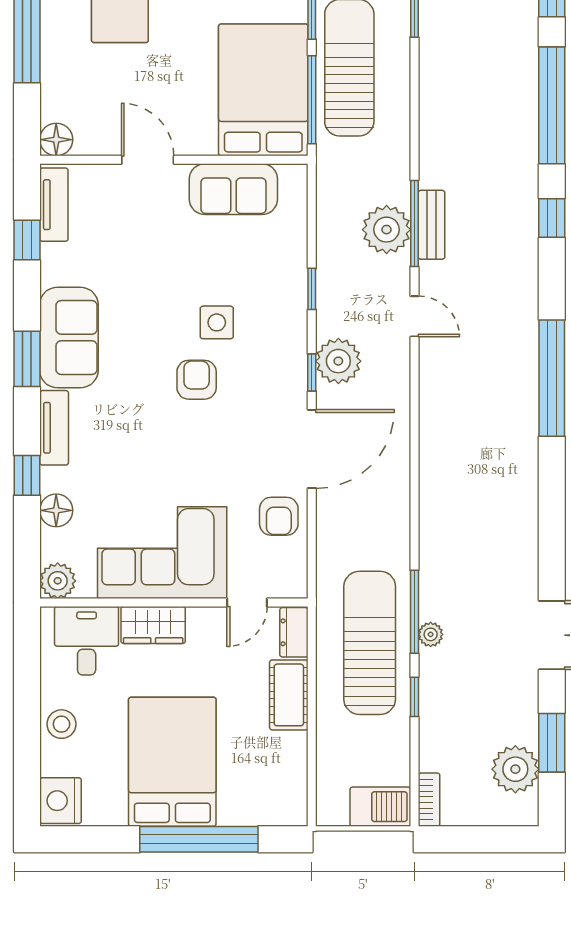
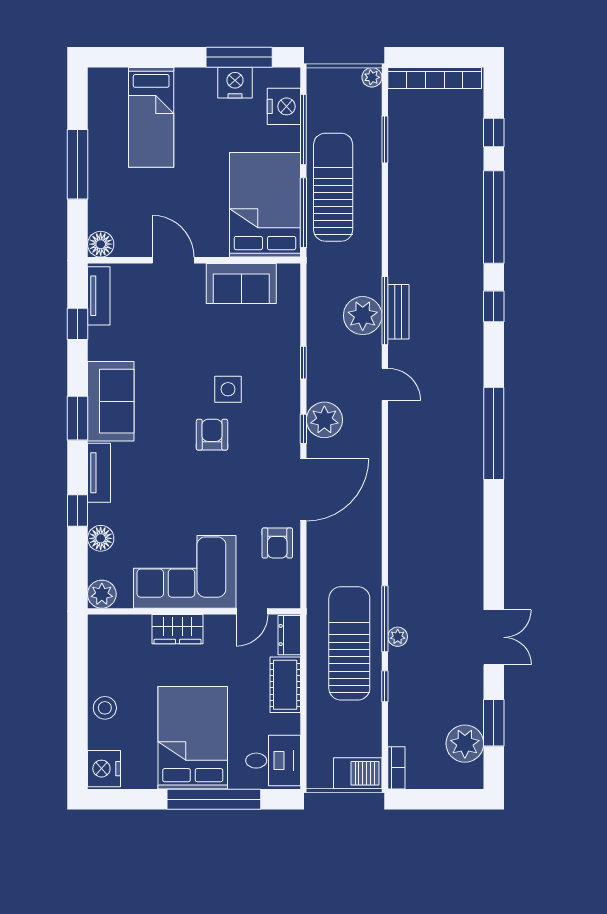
desk: (87, 641) -> (273, 761), moved, turned 90

